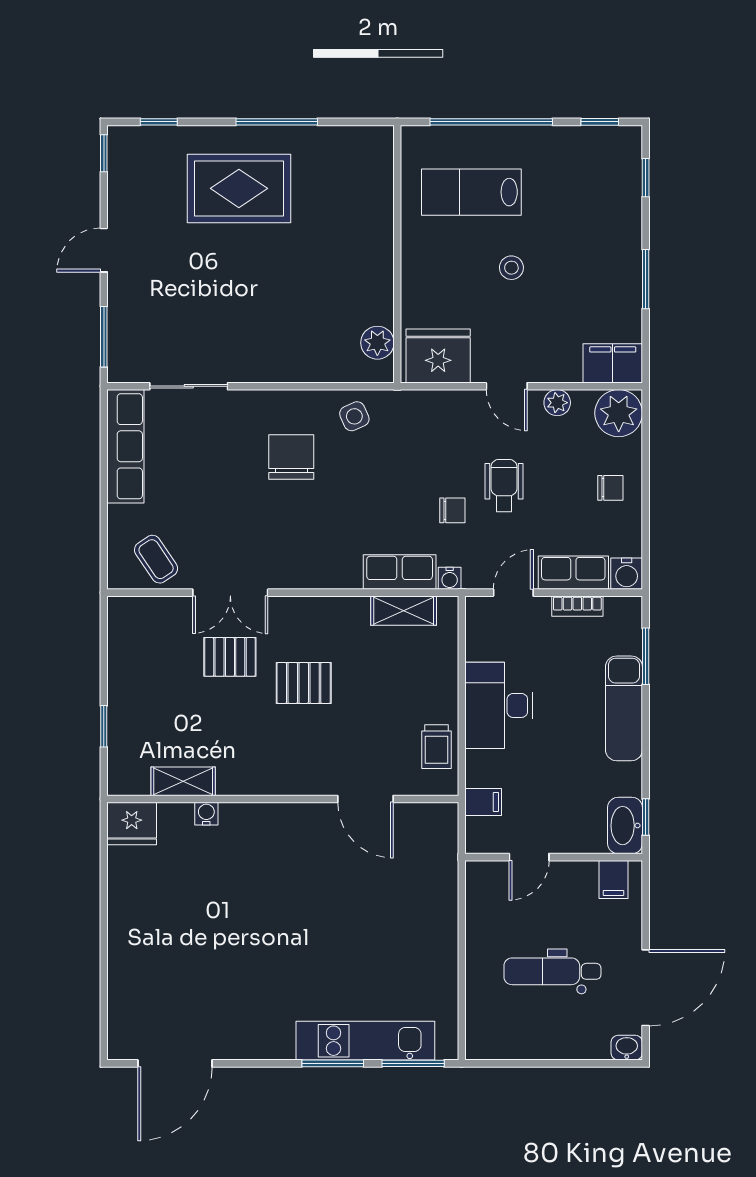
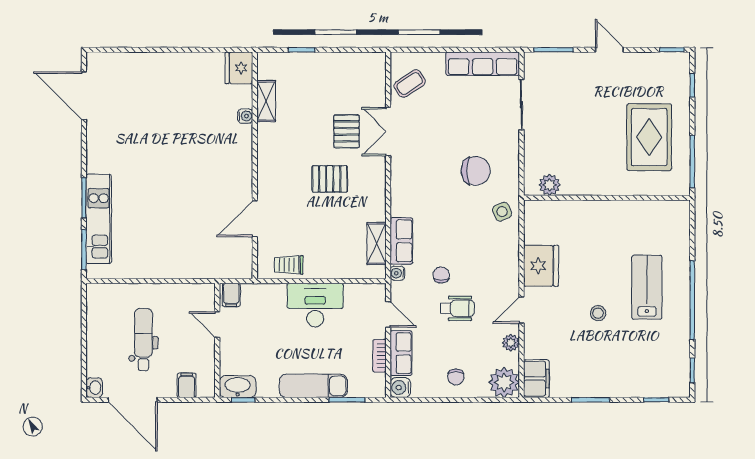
wall: (397, 254) -> (607, 198), moved
plant: (377, 343) -> (550, 185), moved
chair: (452, 510) -> (441, 275), turned 180
pallet: (304, 683) -> (330, 179), turned 90
filing cabinet: (483, 802) -> (231, 295), moved
filing cabinet: (613, 879) -> (187, 385), moved, turned 90

